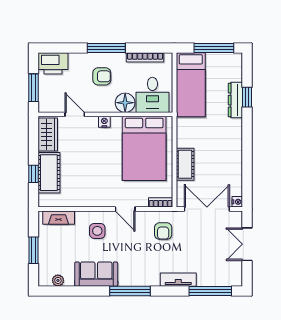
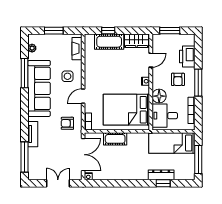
printer: (53, 63) -> (187, 57), moved
sofa: (96, 274) -> (39, 88), width x1.85, depth x1.27
window: (130, 291) -> (25, 73), moved

